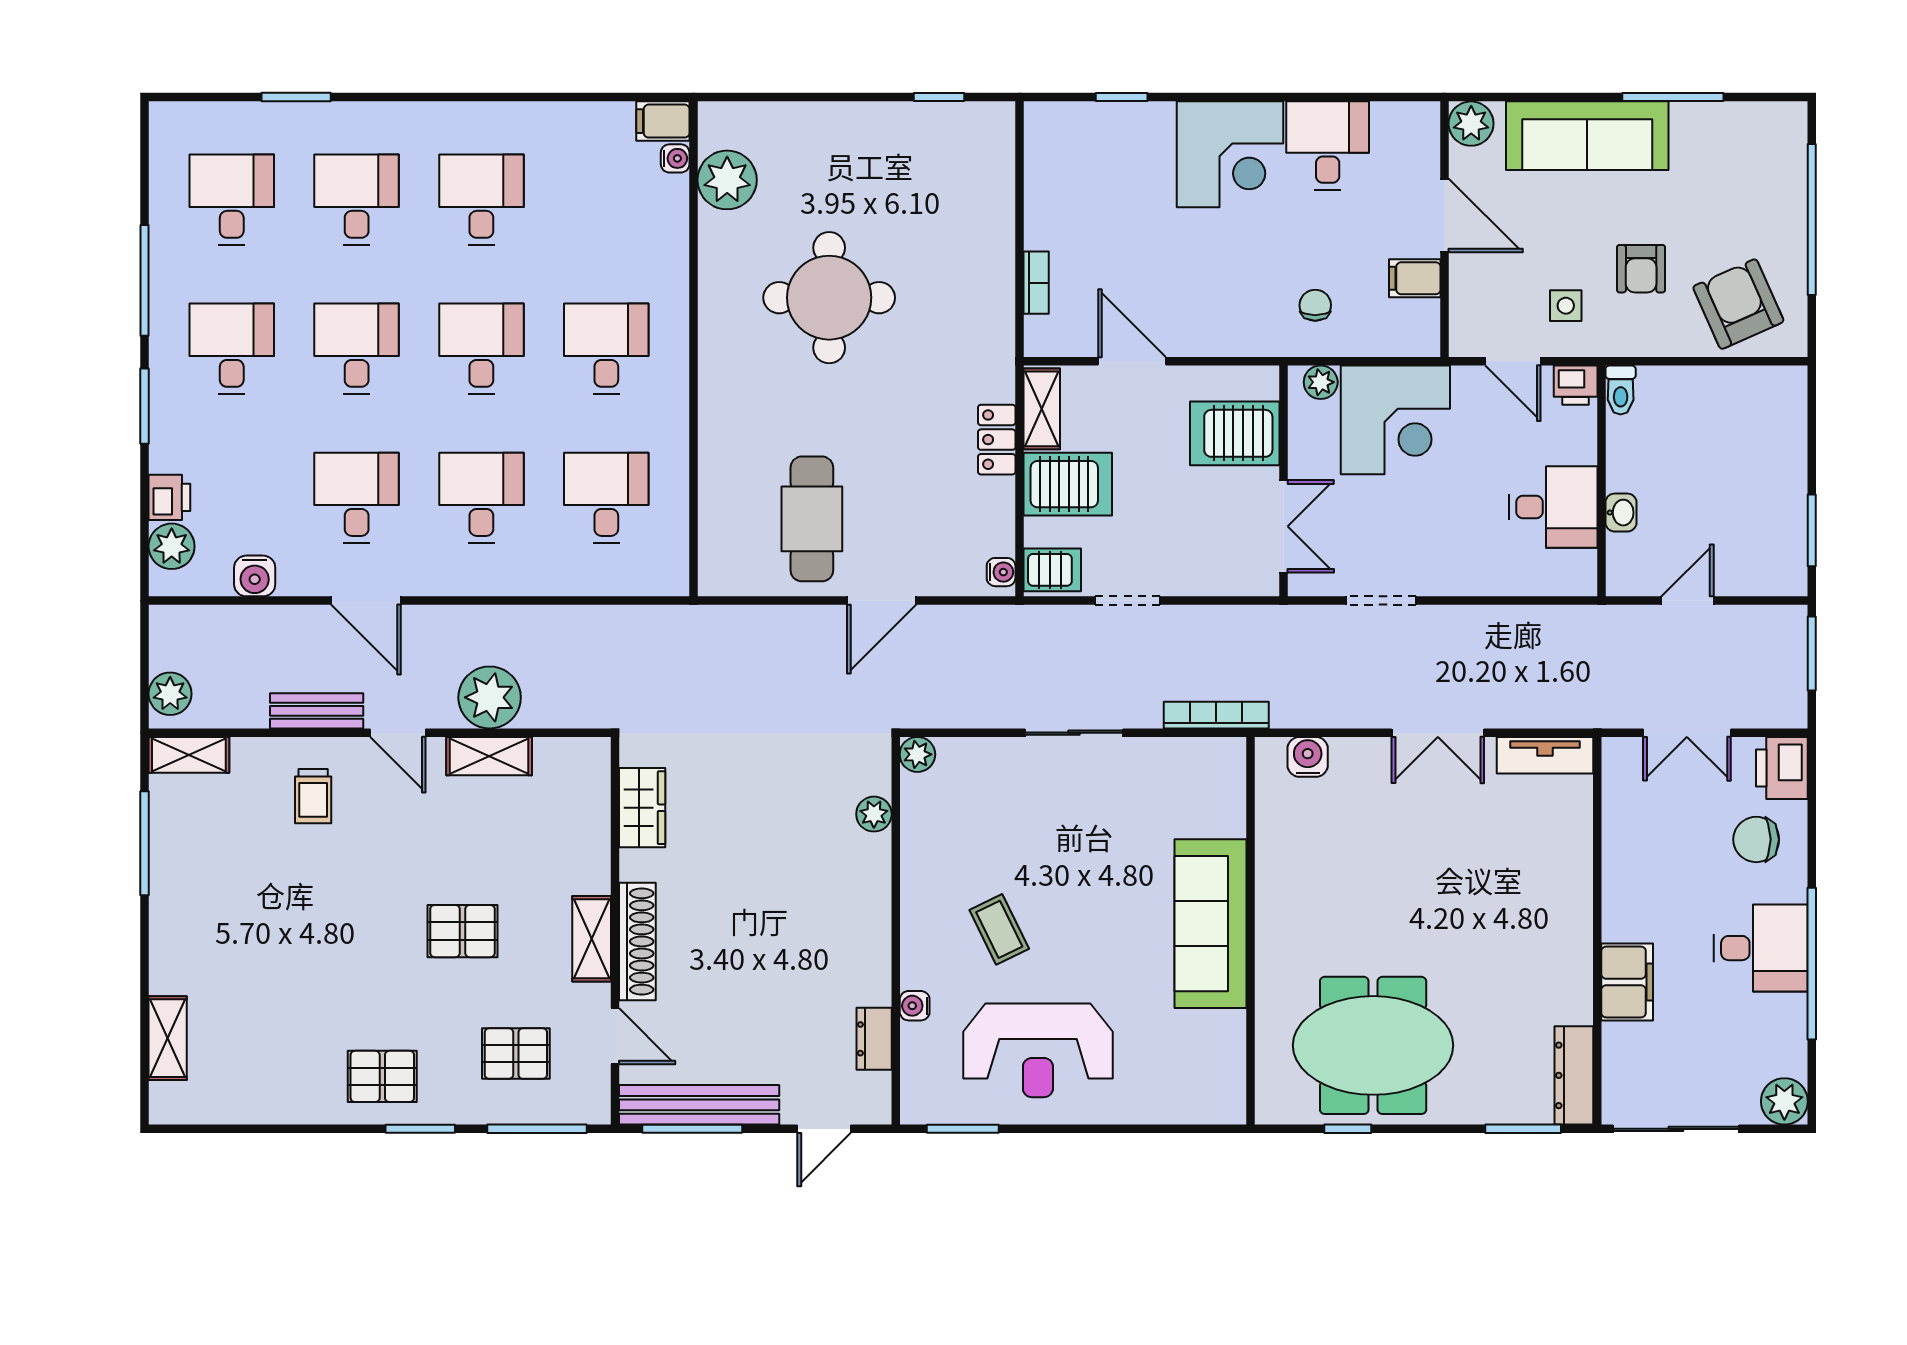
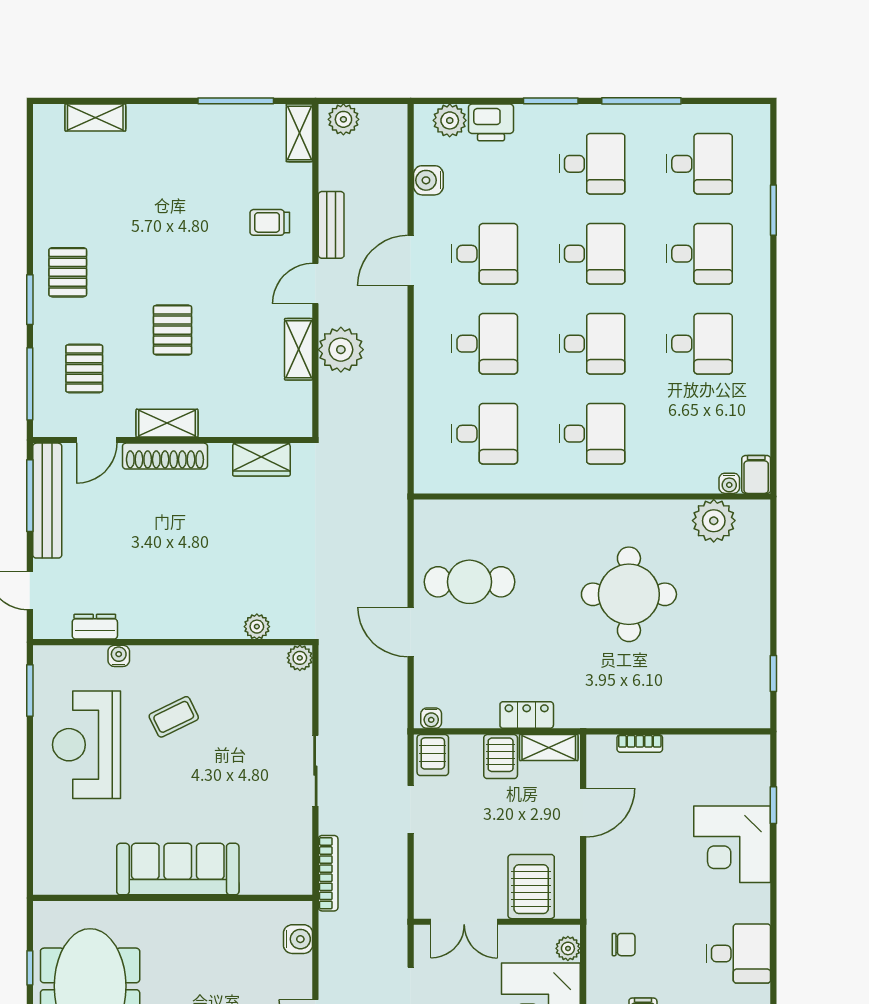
corner desk: (1230, 154) -> (732, 844), moved
server rack: (1068, 484) -> (501, 757), width x0.73, depth x0.70
printer: (169, 497) -> (491, 122), width x1.36, depth x1.24

